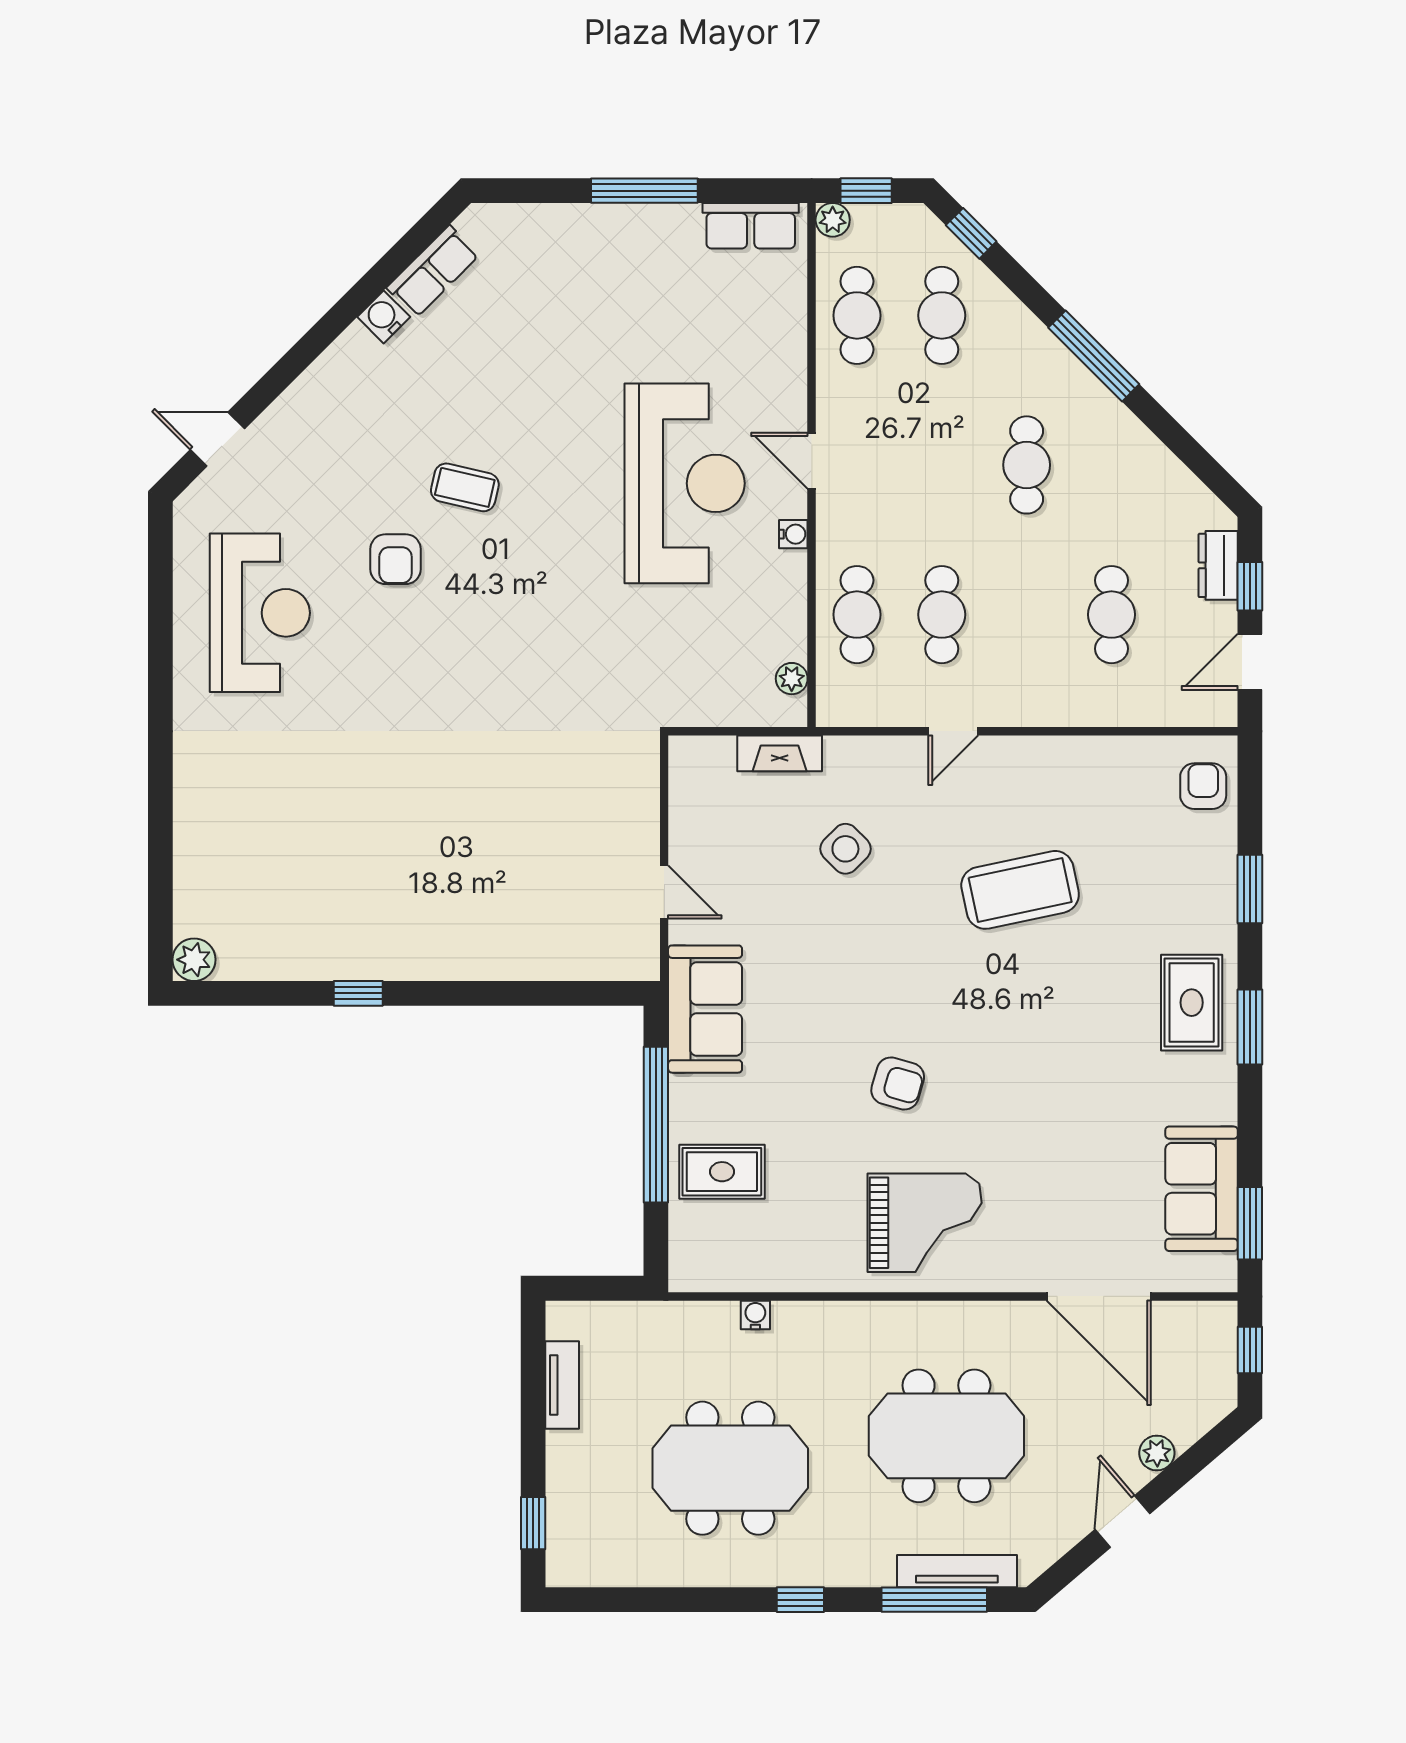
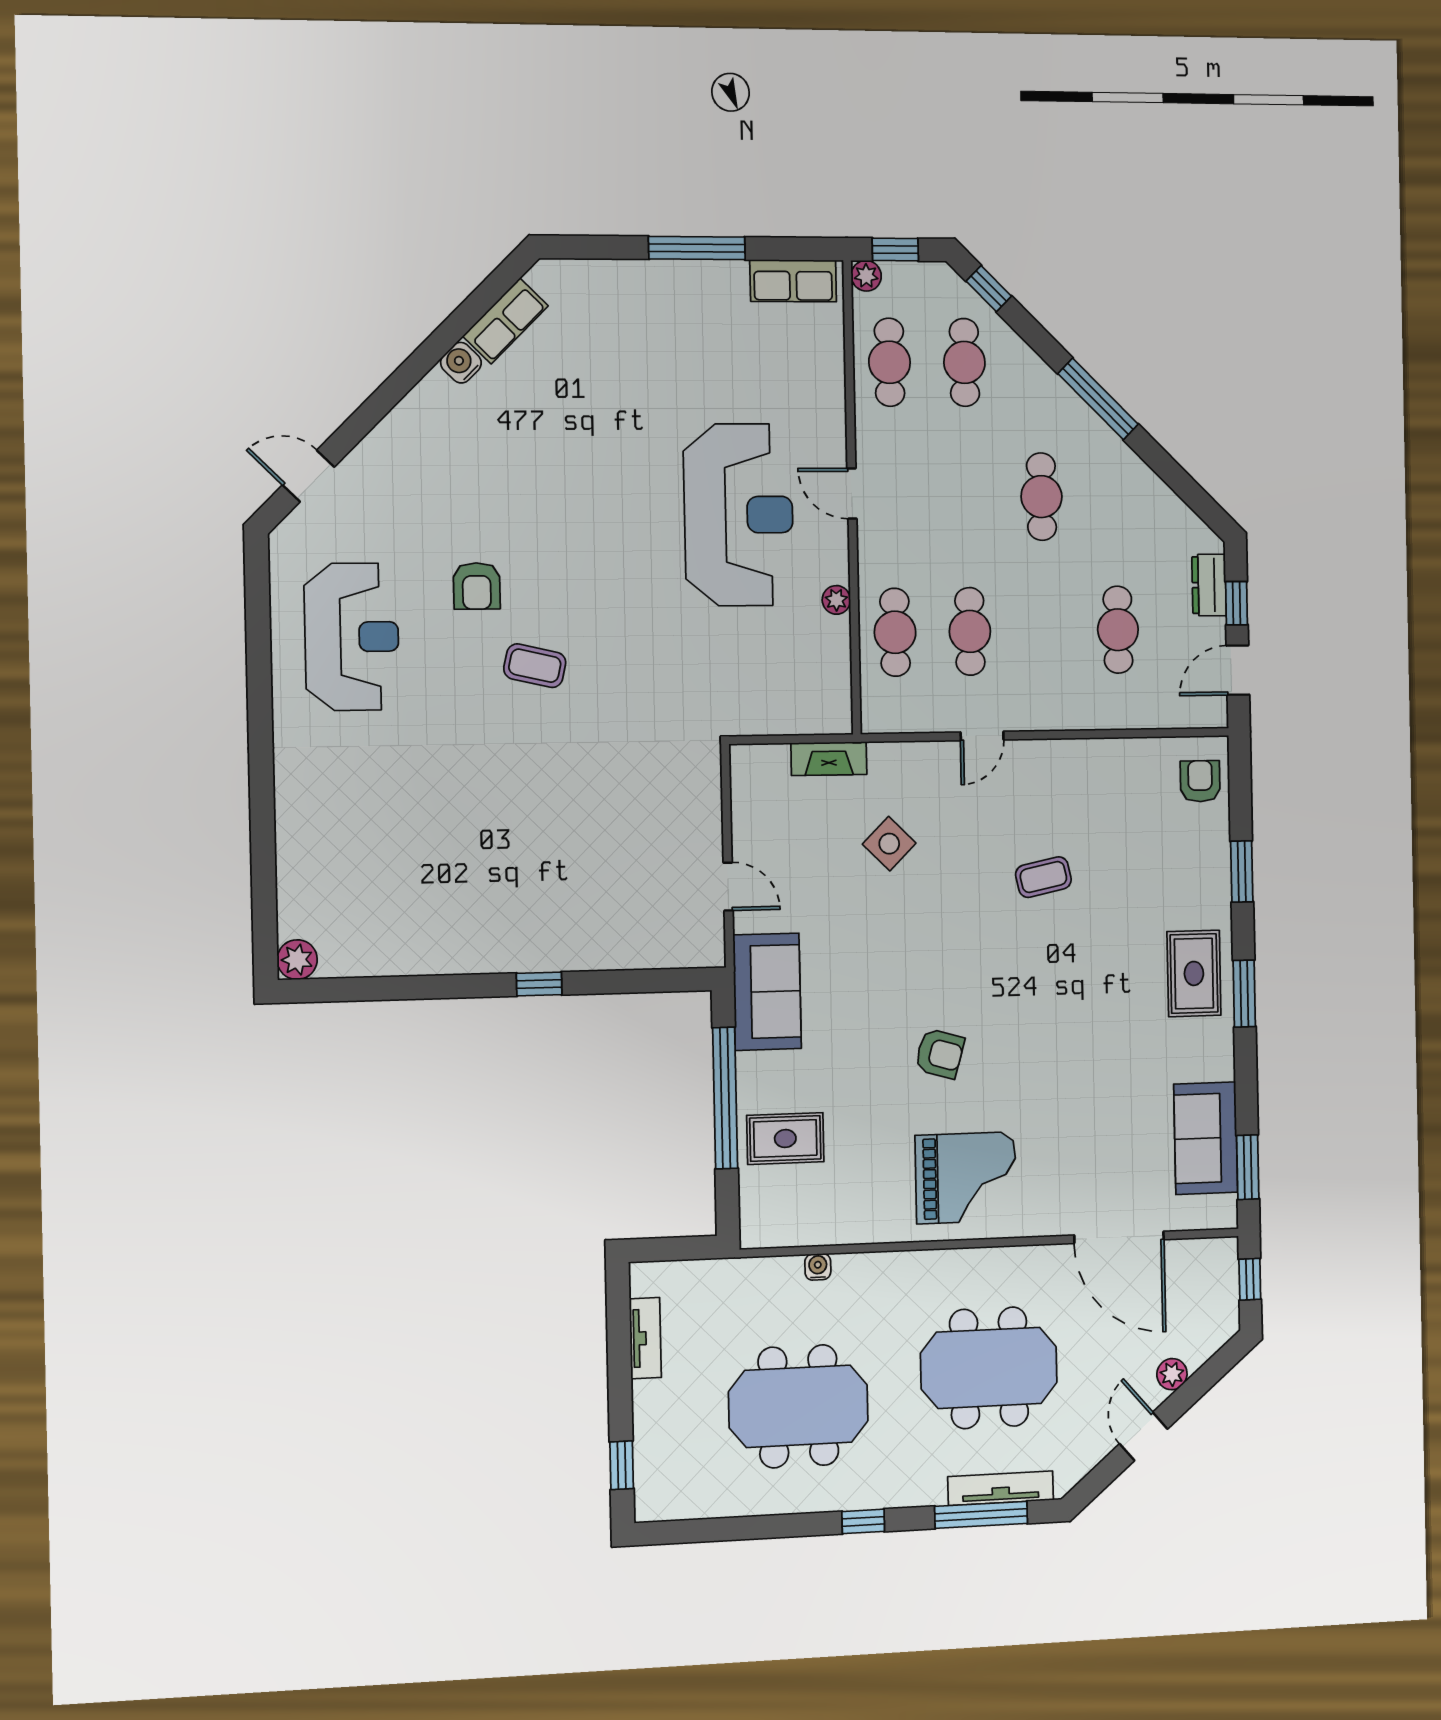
coffee table: (465, 487) -> (535, 666), moved
water cooler: (793, 534) -> (837, 560), removed
plant: (792, 679) -> (836, 600), moved
coffee table: (1020, 890) -> (1043, 877), width x0.54, depth x0.58
window: (358, 993) -> (539, 984), moved

